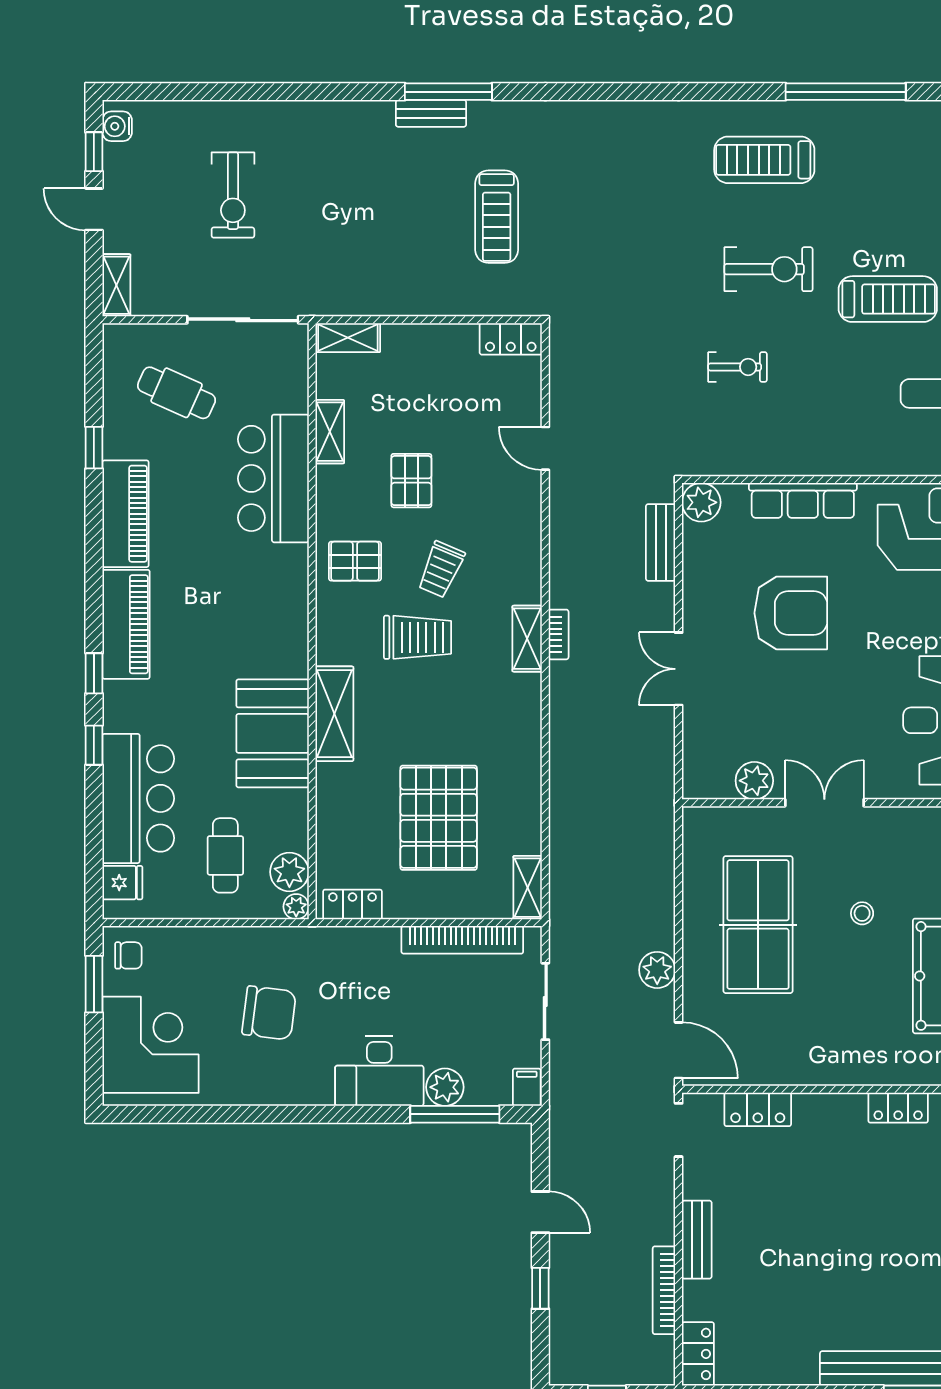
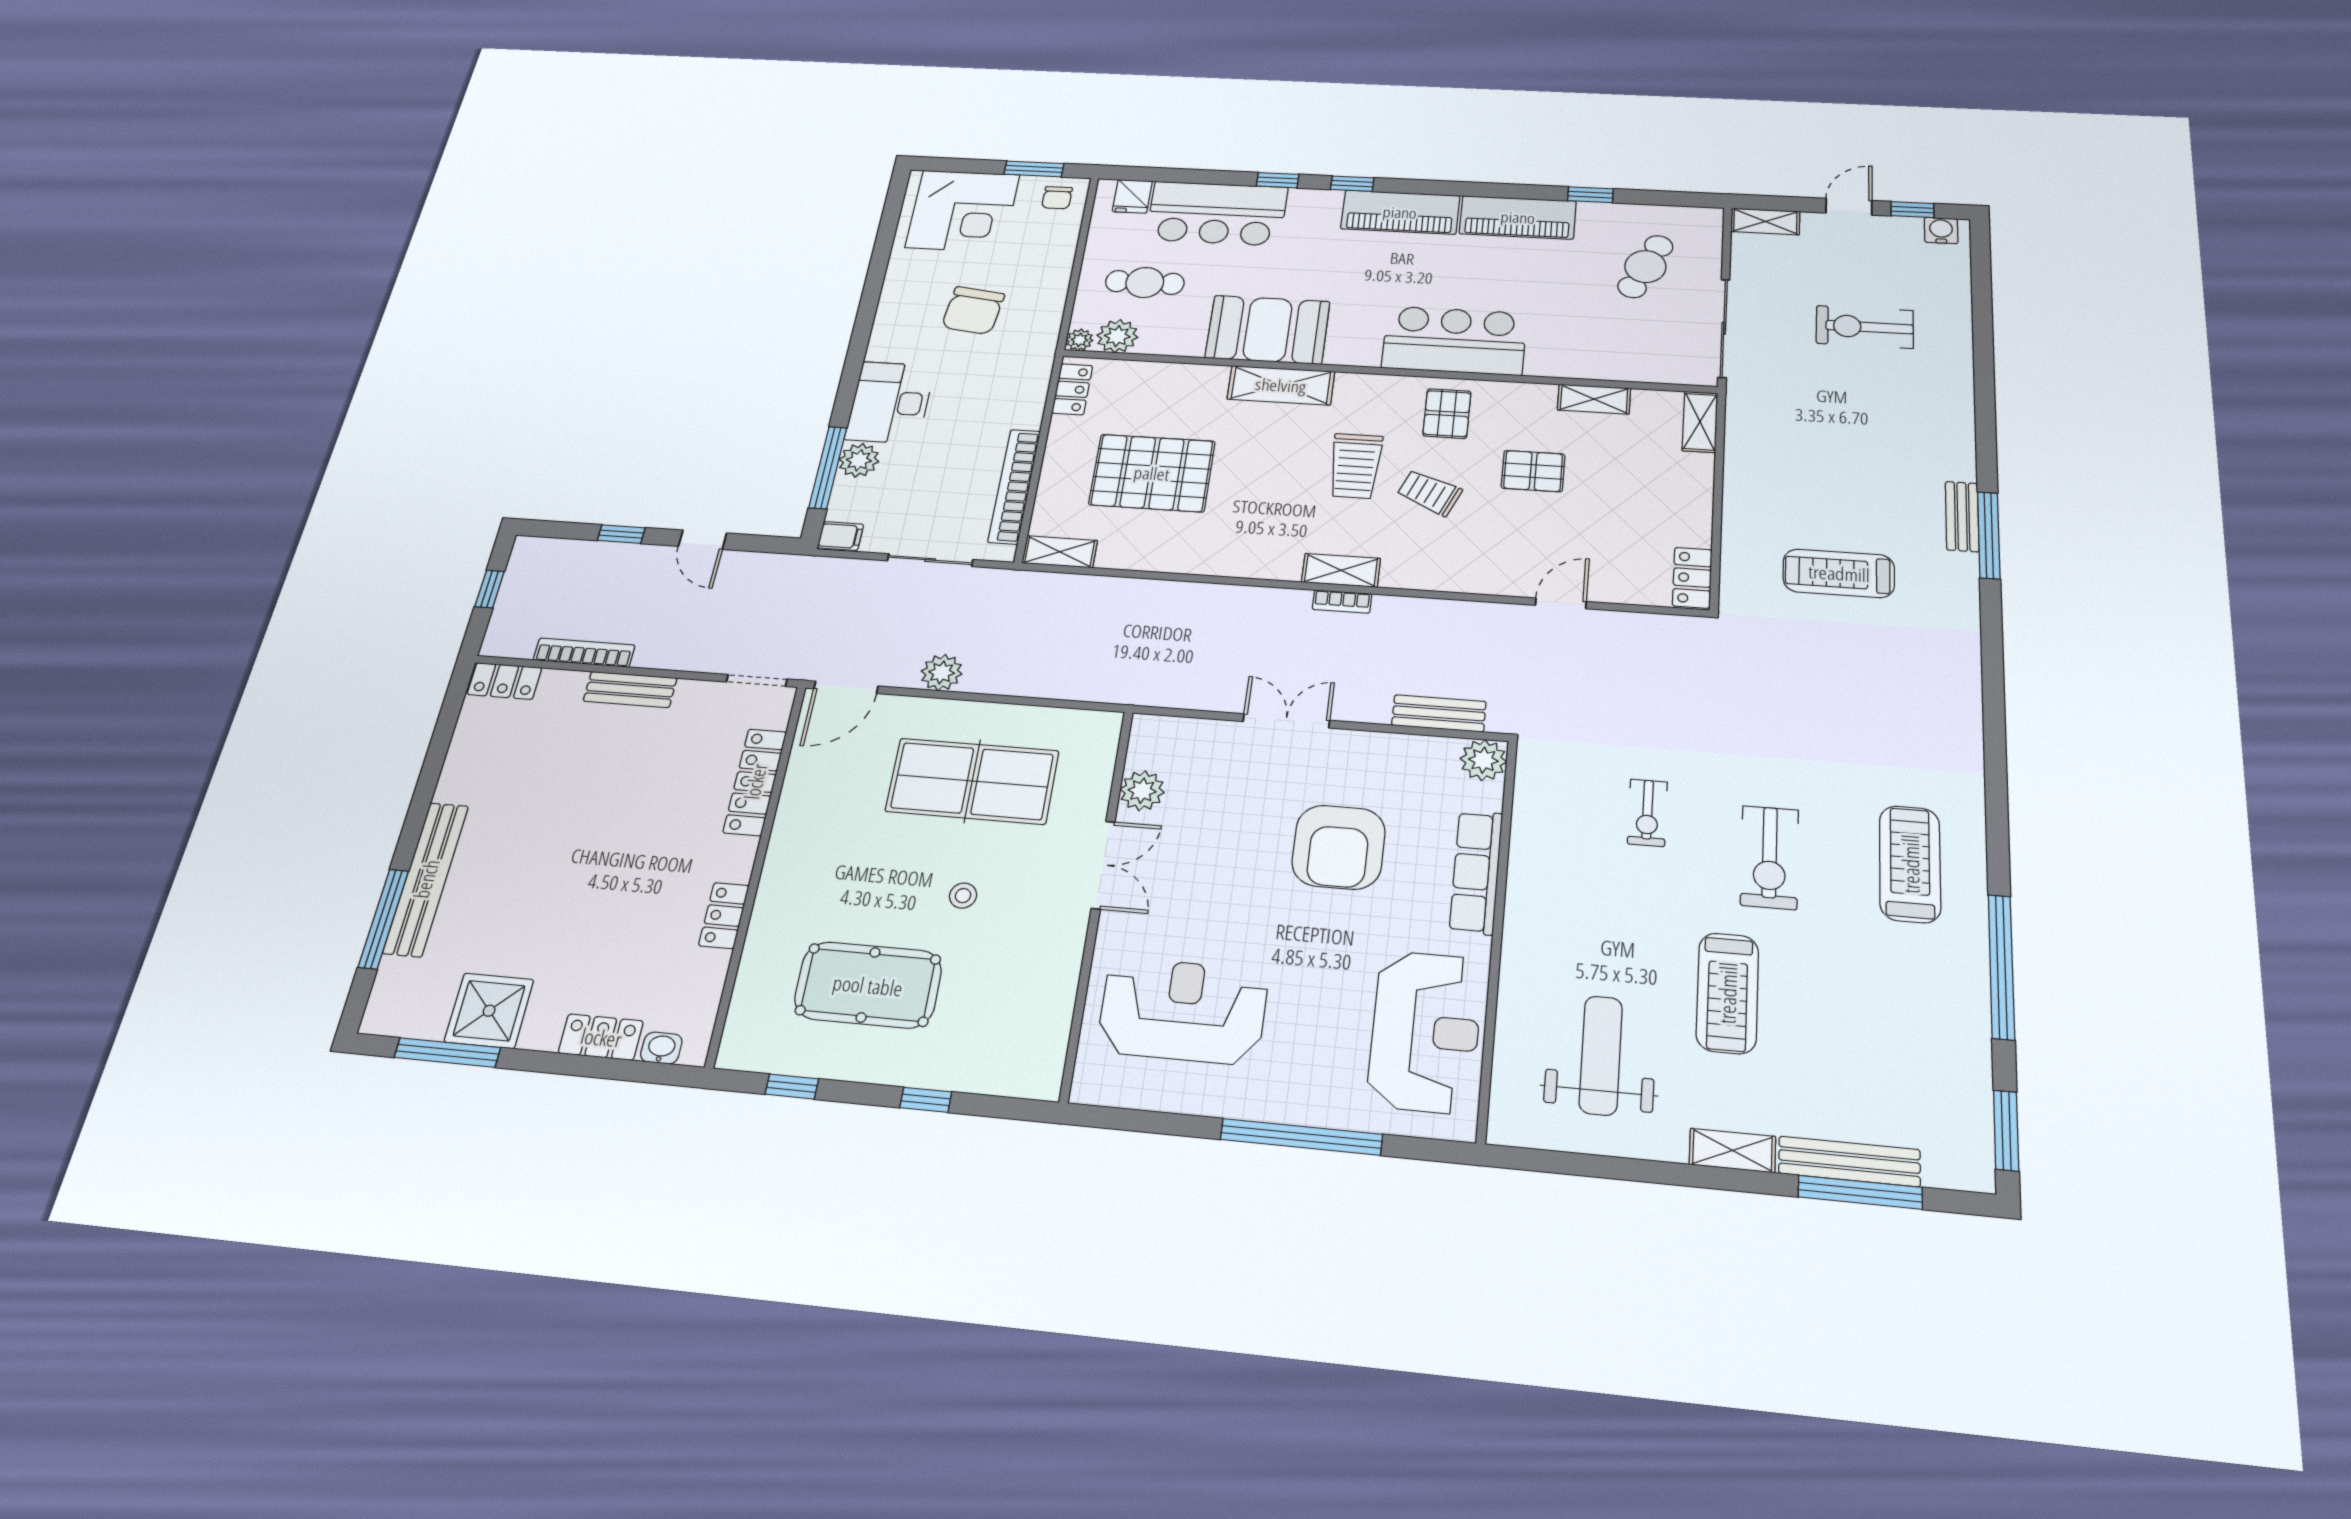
bar counter: (273, 478) -> (1454, 341), moved
locker: (758, 1109) -> (755, 782), width x1.53
door: (540, 1212) -> (702, 540), hinge flipped

